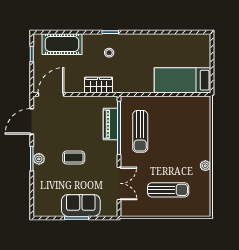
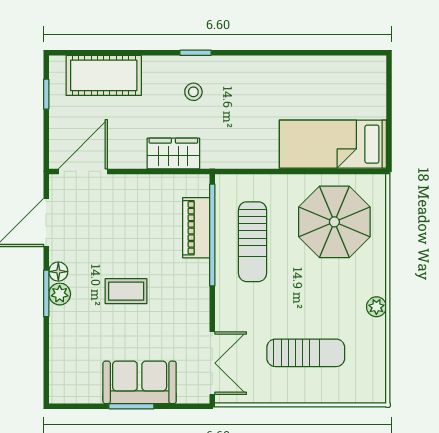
parasol: (183, 121) -> (334, 222), added
floor lamp: (38, 147) -> (58, 272), added
double door: (119, 183) -> (212, 363), moved

